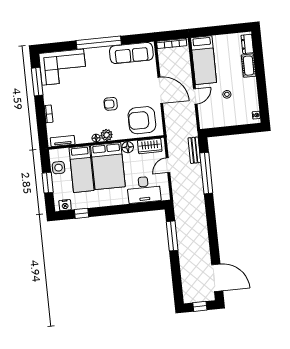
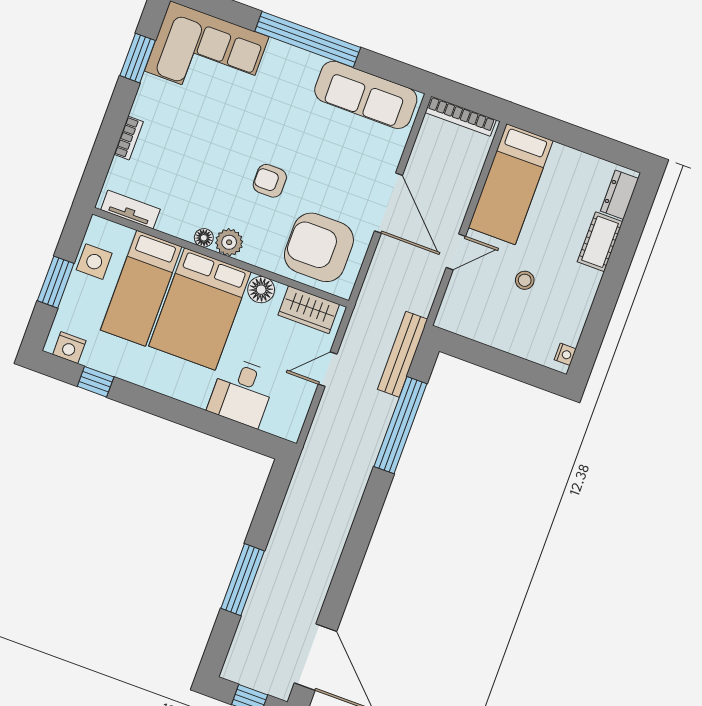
window: (37, 82) -> (138, 58), width x0.69
bench: (194, 150) -> (403, 354), width x1.36
desk: (144, 190) -> (242, 392), width x0.73
window: (172, 236) -> (243, 580), moved

